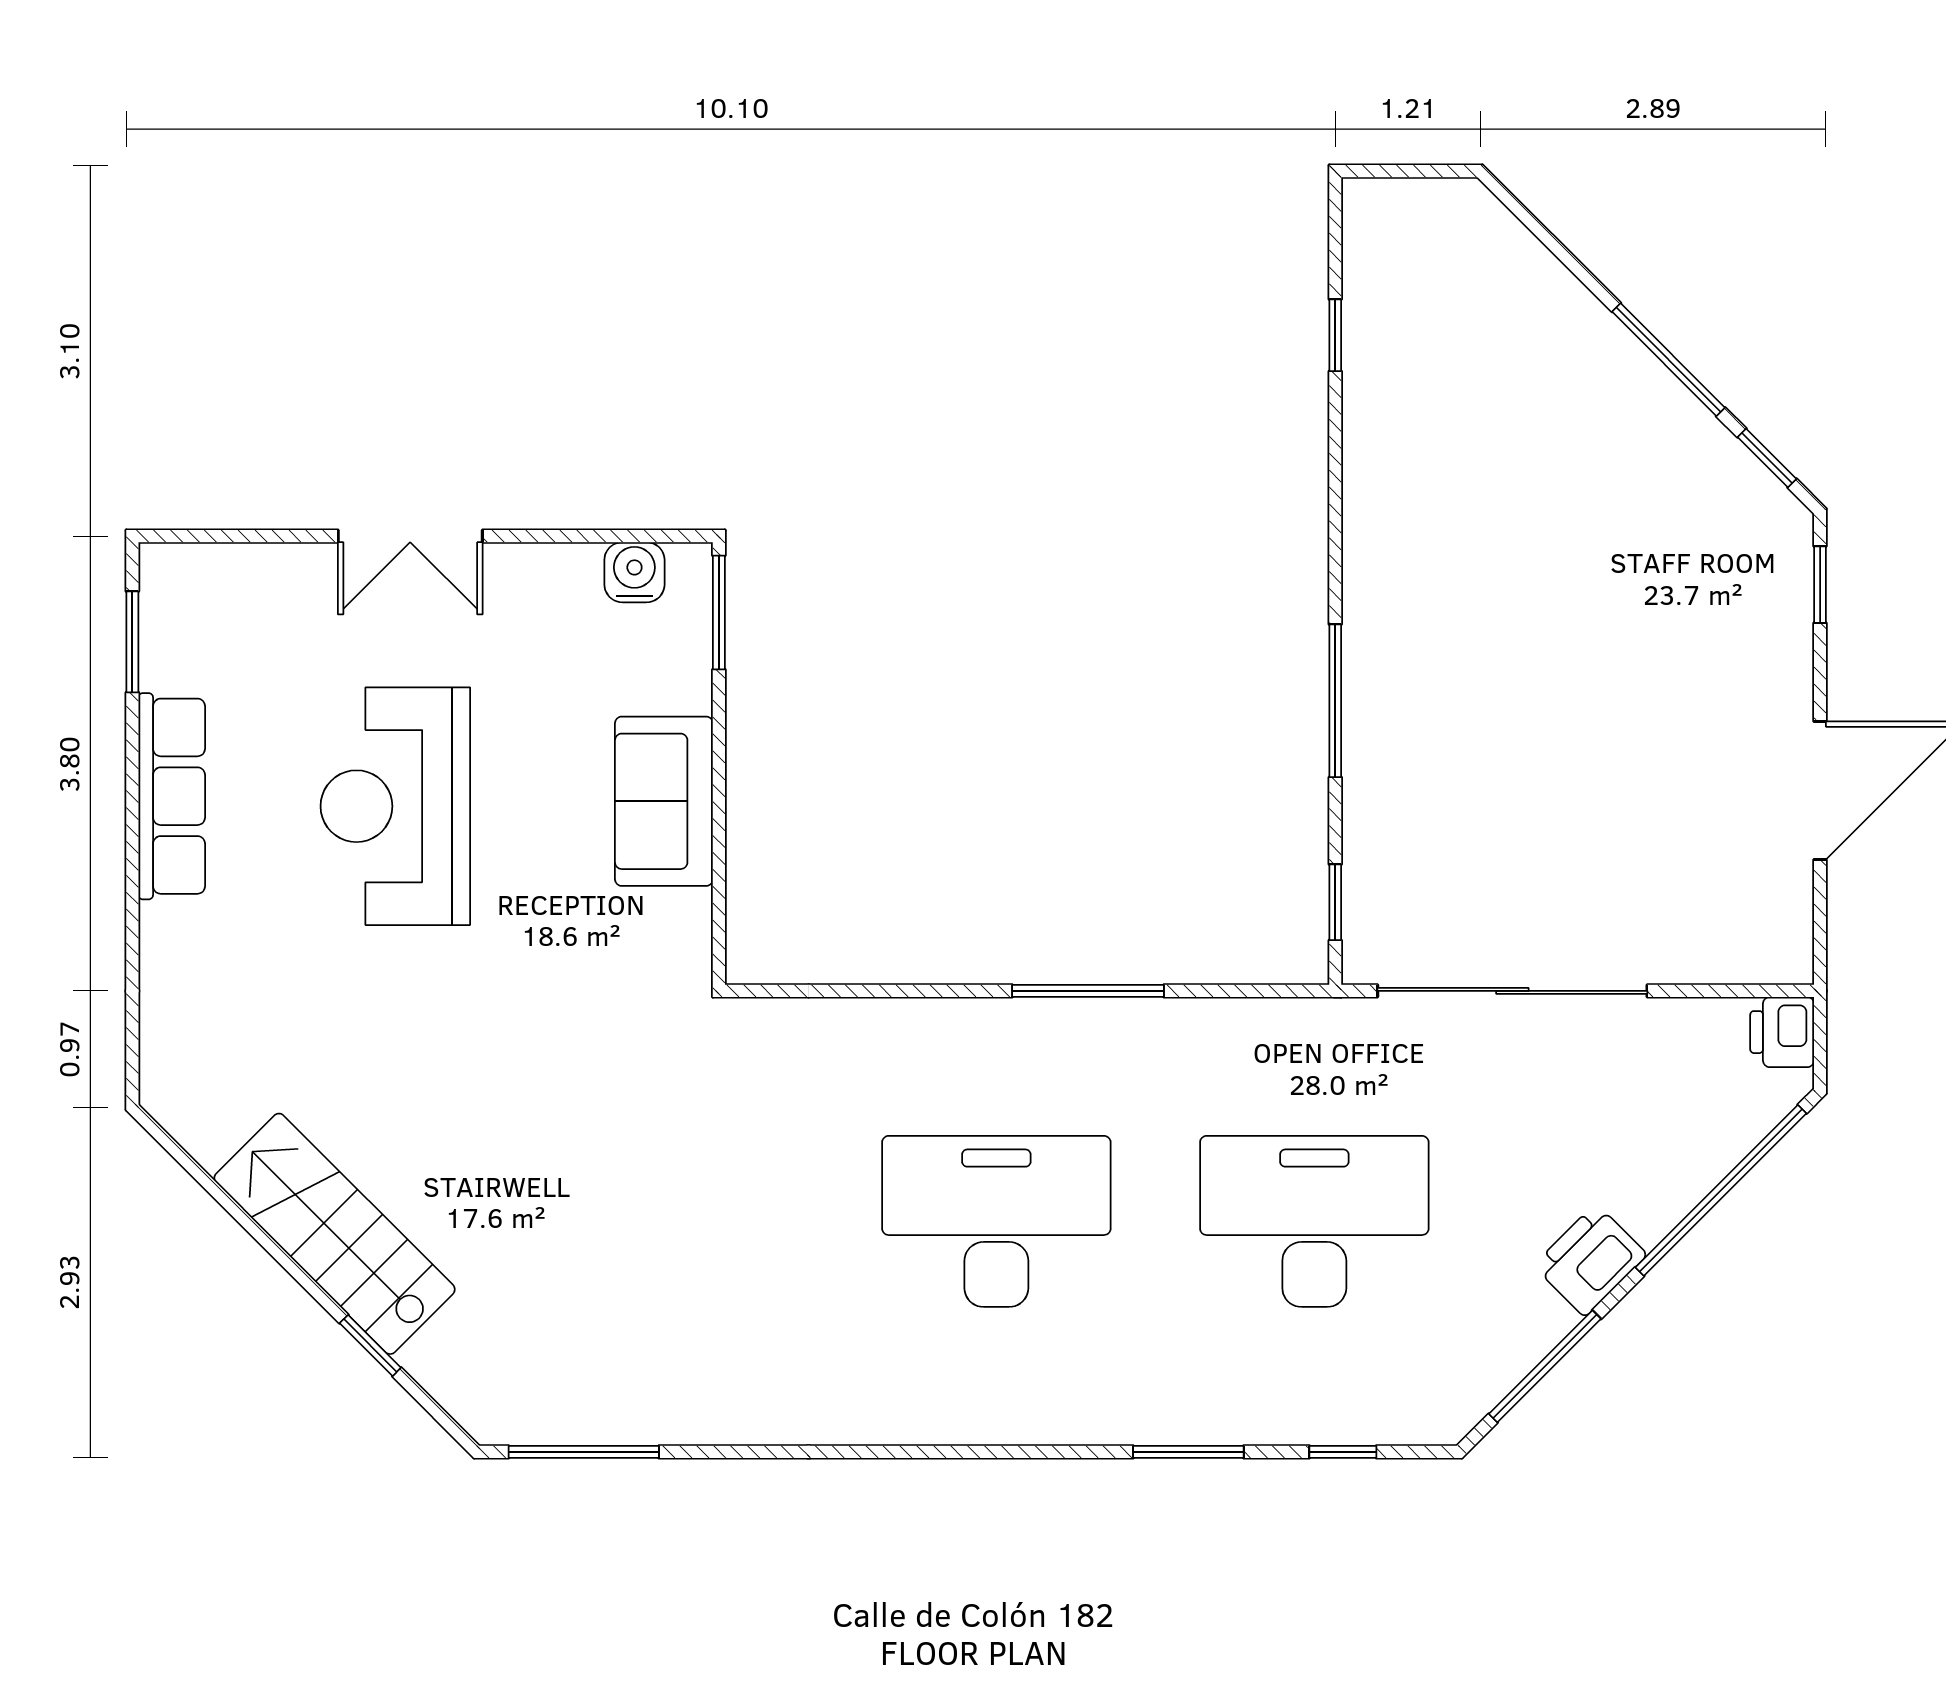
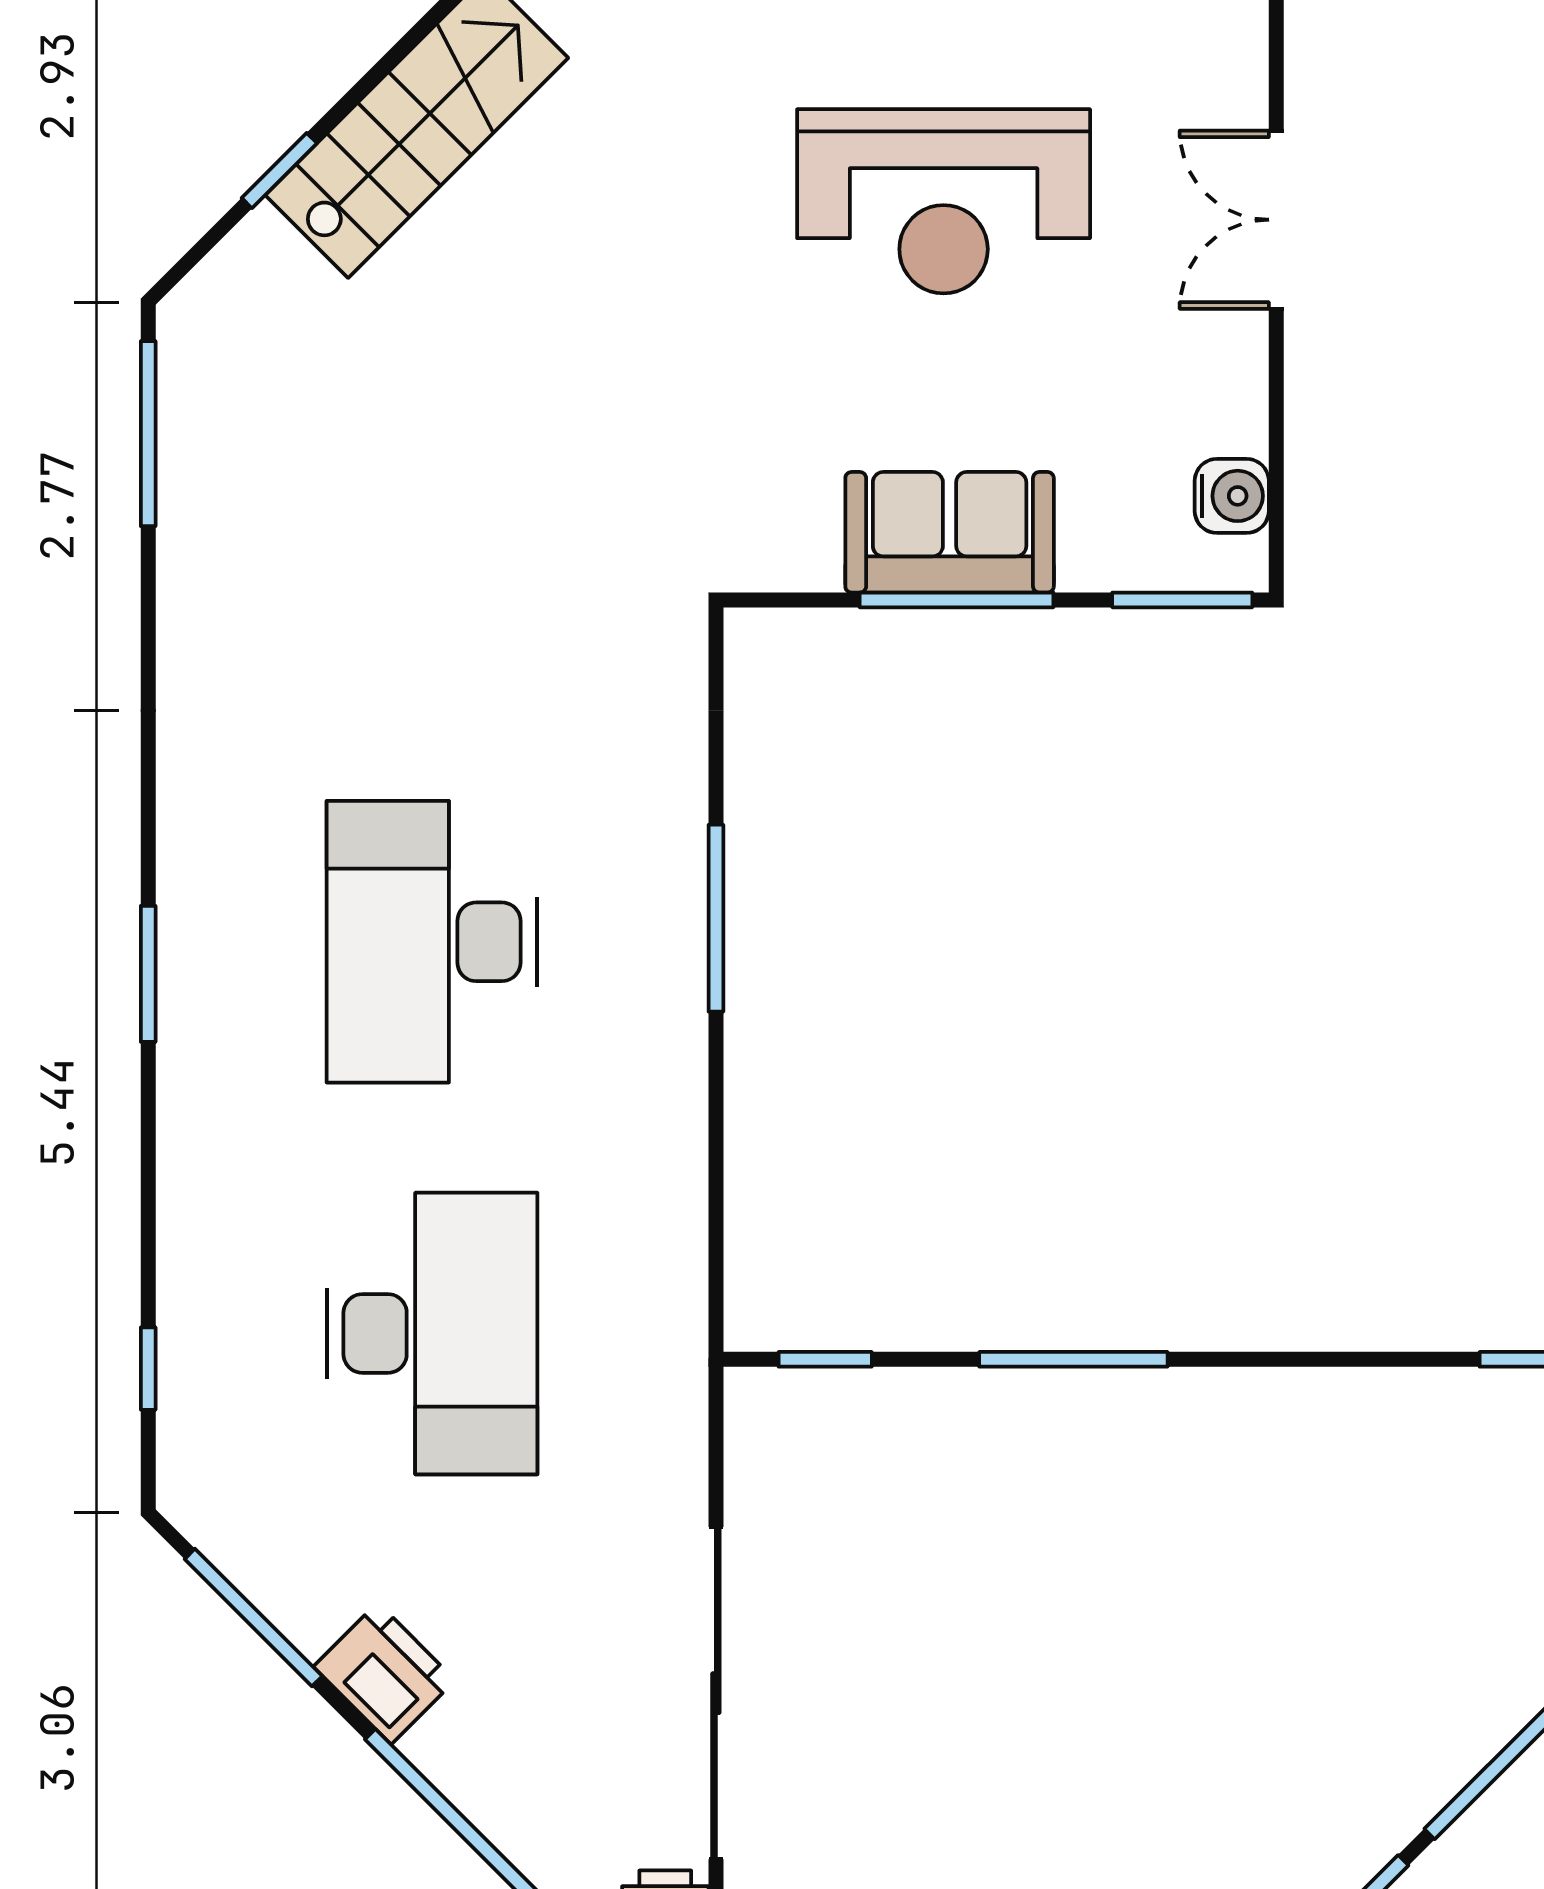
window: (719, 796) -> (956, 600), added
reception desk: (395, 806) -> (944, 201), turned 180
window: (1088, 991) -> (716, 918), moved
sliding door: (1512, 991) -> (716, 1693), moved
desk: (996, 1221) -> (432, 942), turned 180
window: (1188, 1452) -> (148, 974), moved

